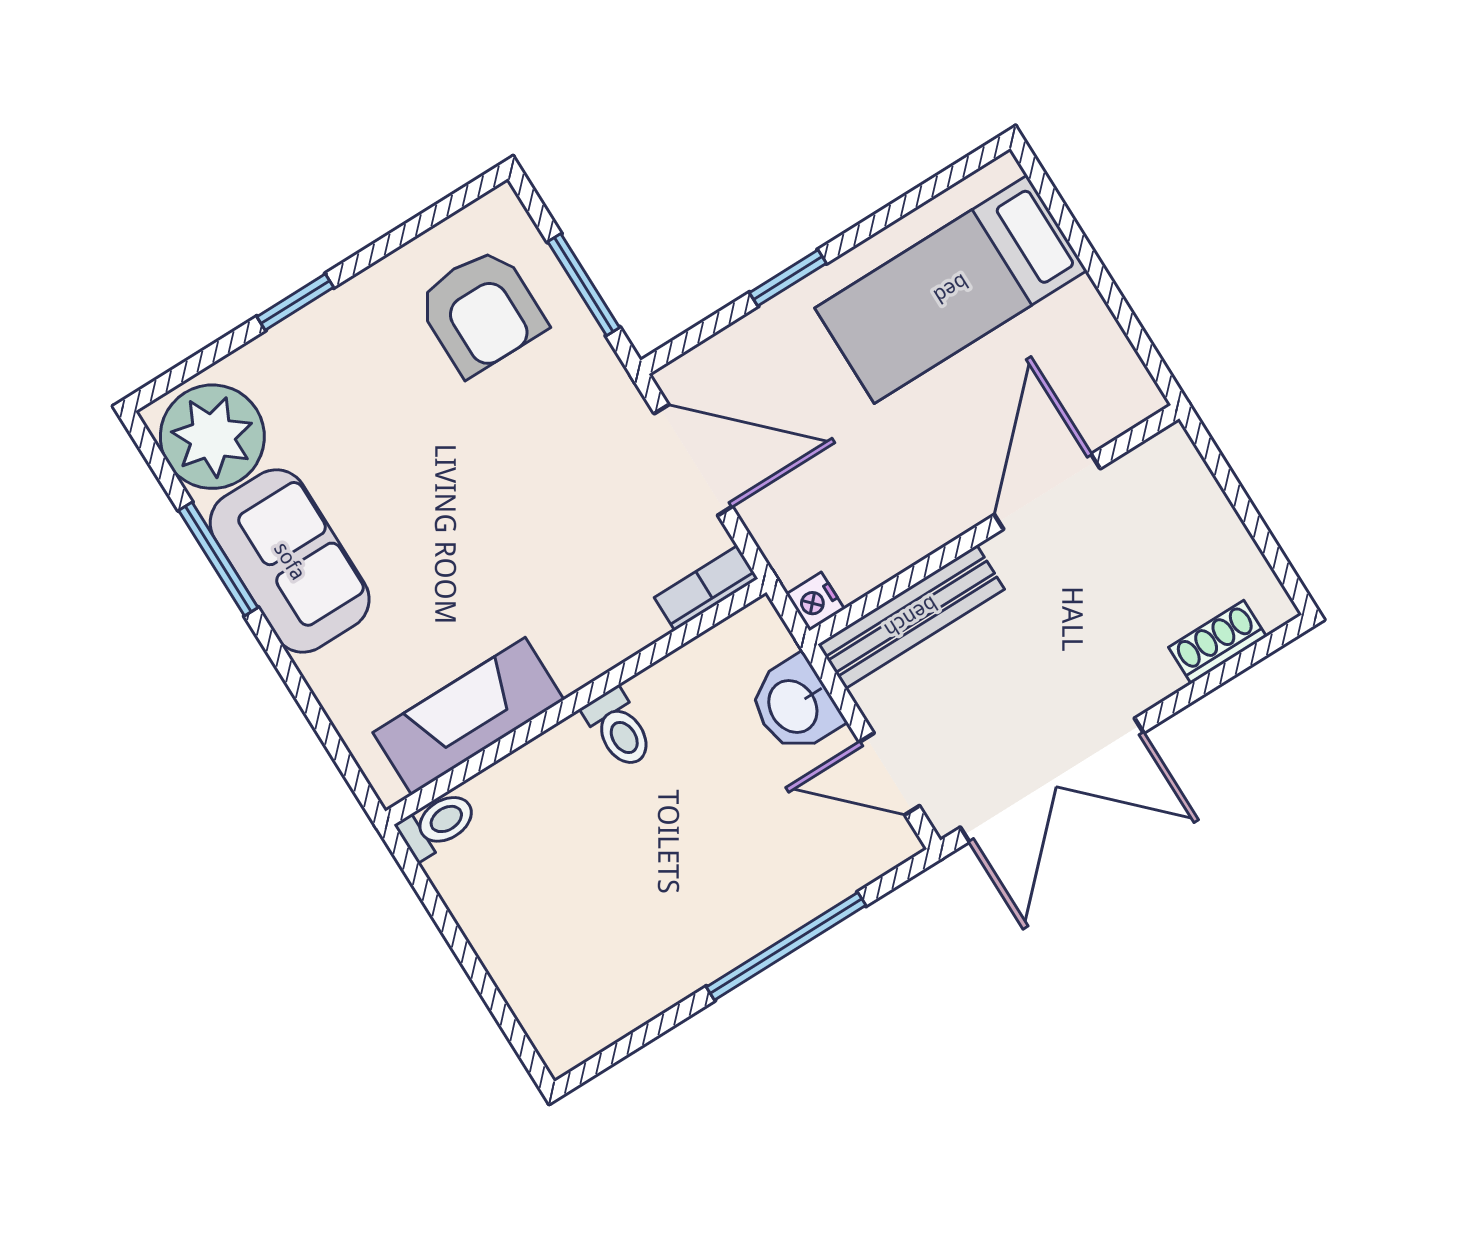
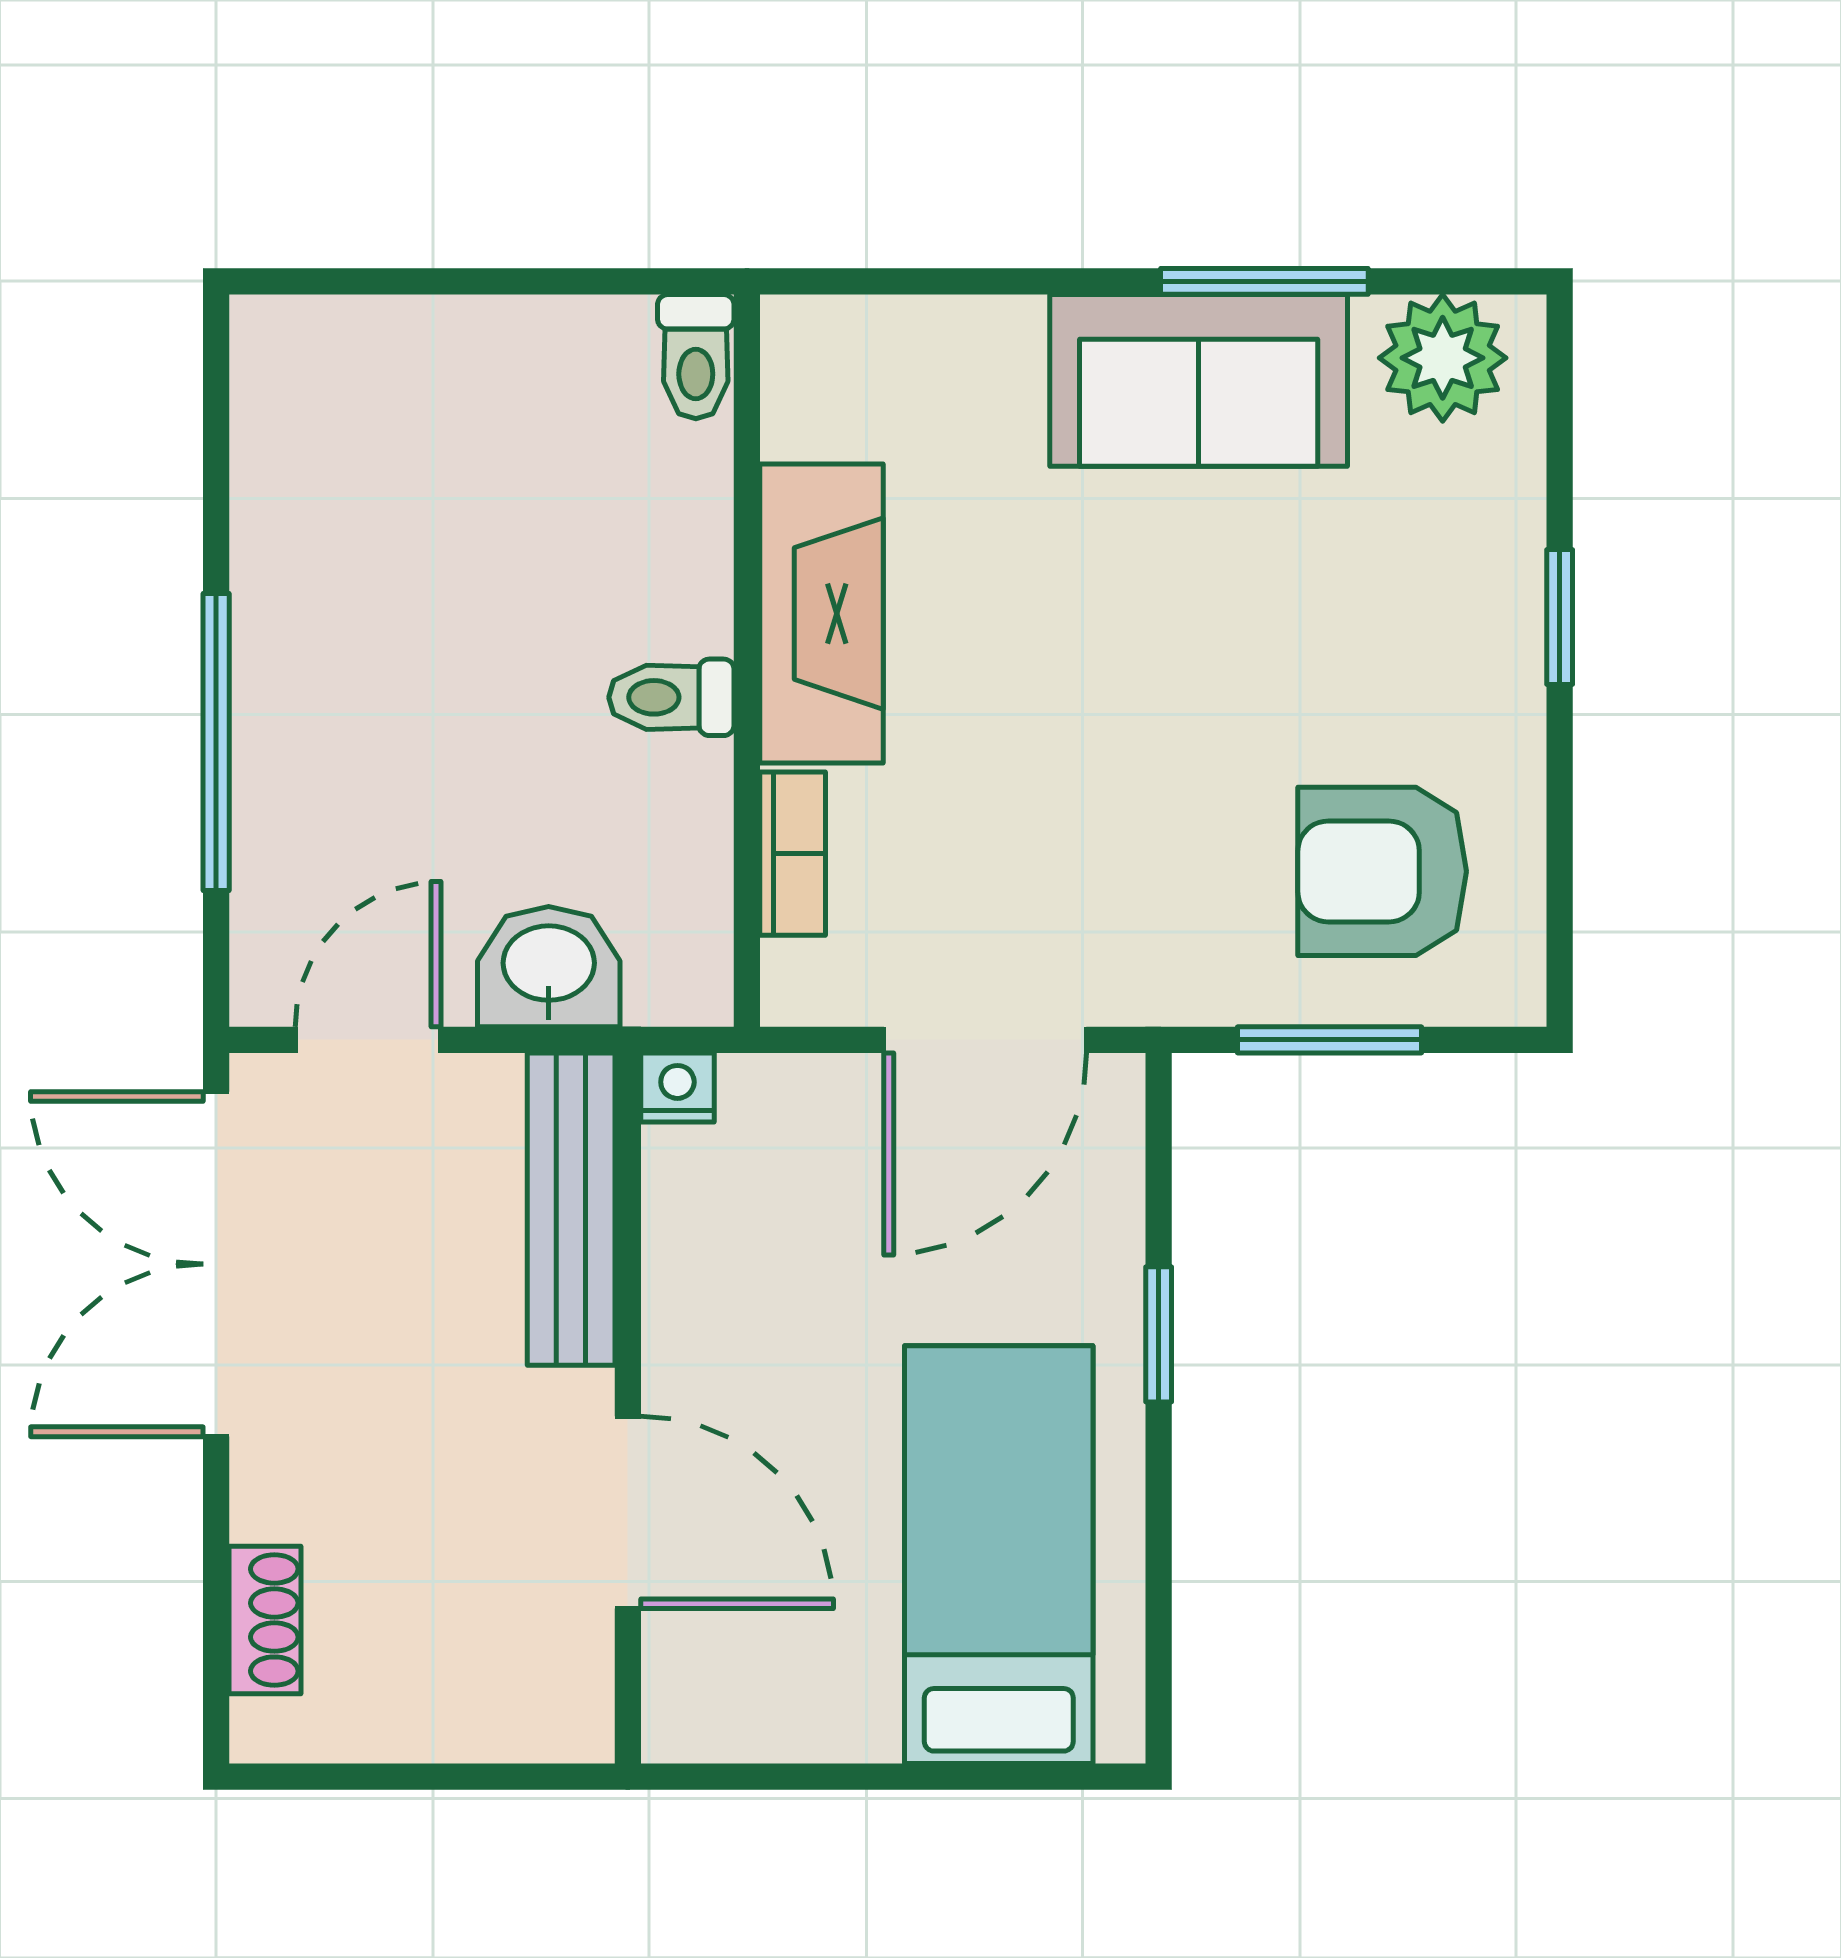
plant: (212, 437) -> (1443, 358), width x0.73, depth x0.73
bookcase: (706, 588) -> (793, 854), moved
fireplace: (468, 716) -> (822, 614), moved

